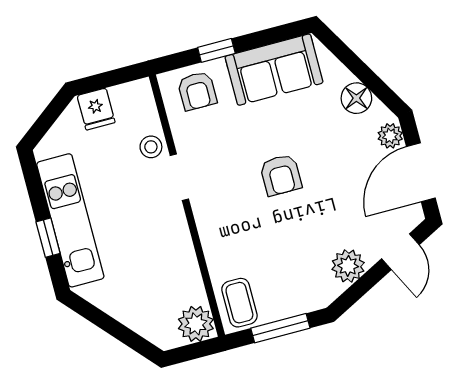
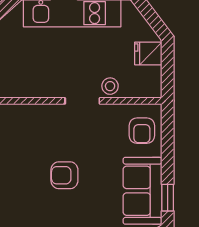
window: (216, 50) -> (168, 198), moved
armchair: (197, 91) -> (142, 131), turned -90

